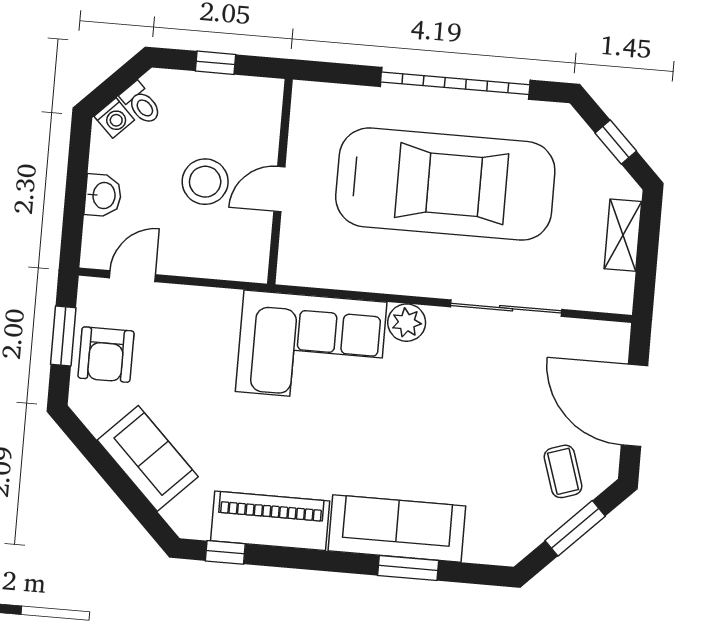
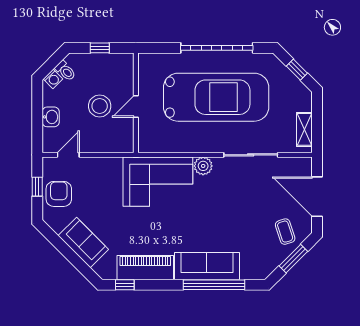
shelving: (623, 235) -> (304, 129), moved
window: (63, 336) -> (37, 187), width x0.67
armchair: (106, 355) -> (59, 194), turned 180
window: (408, 568) -> (214, 285), width x2.11

